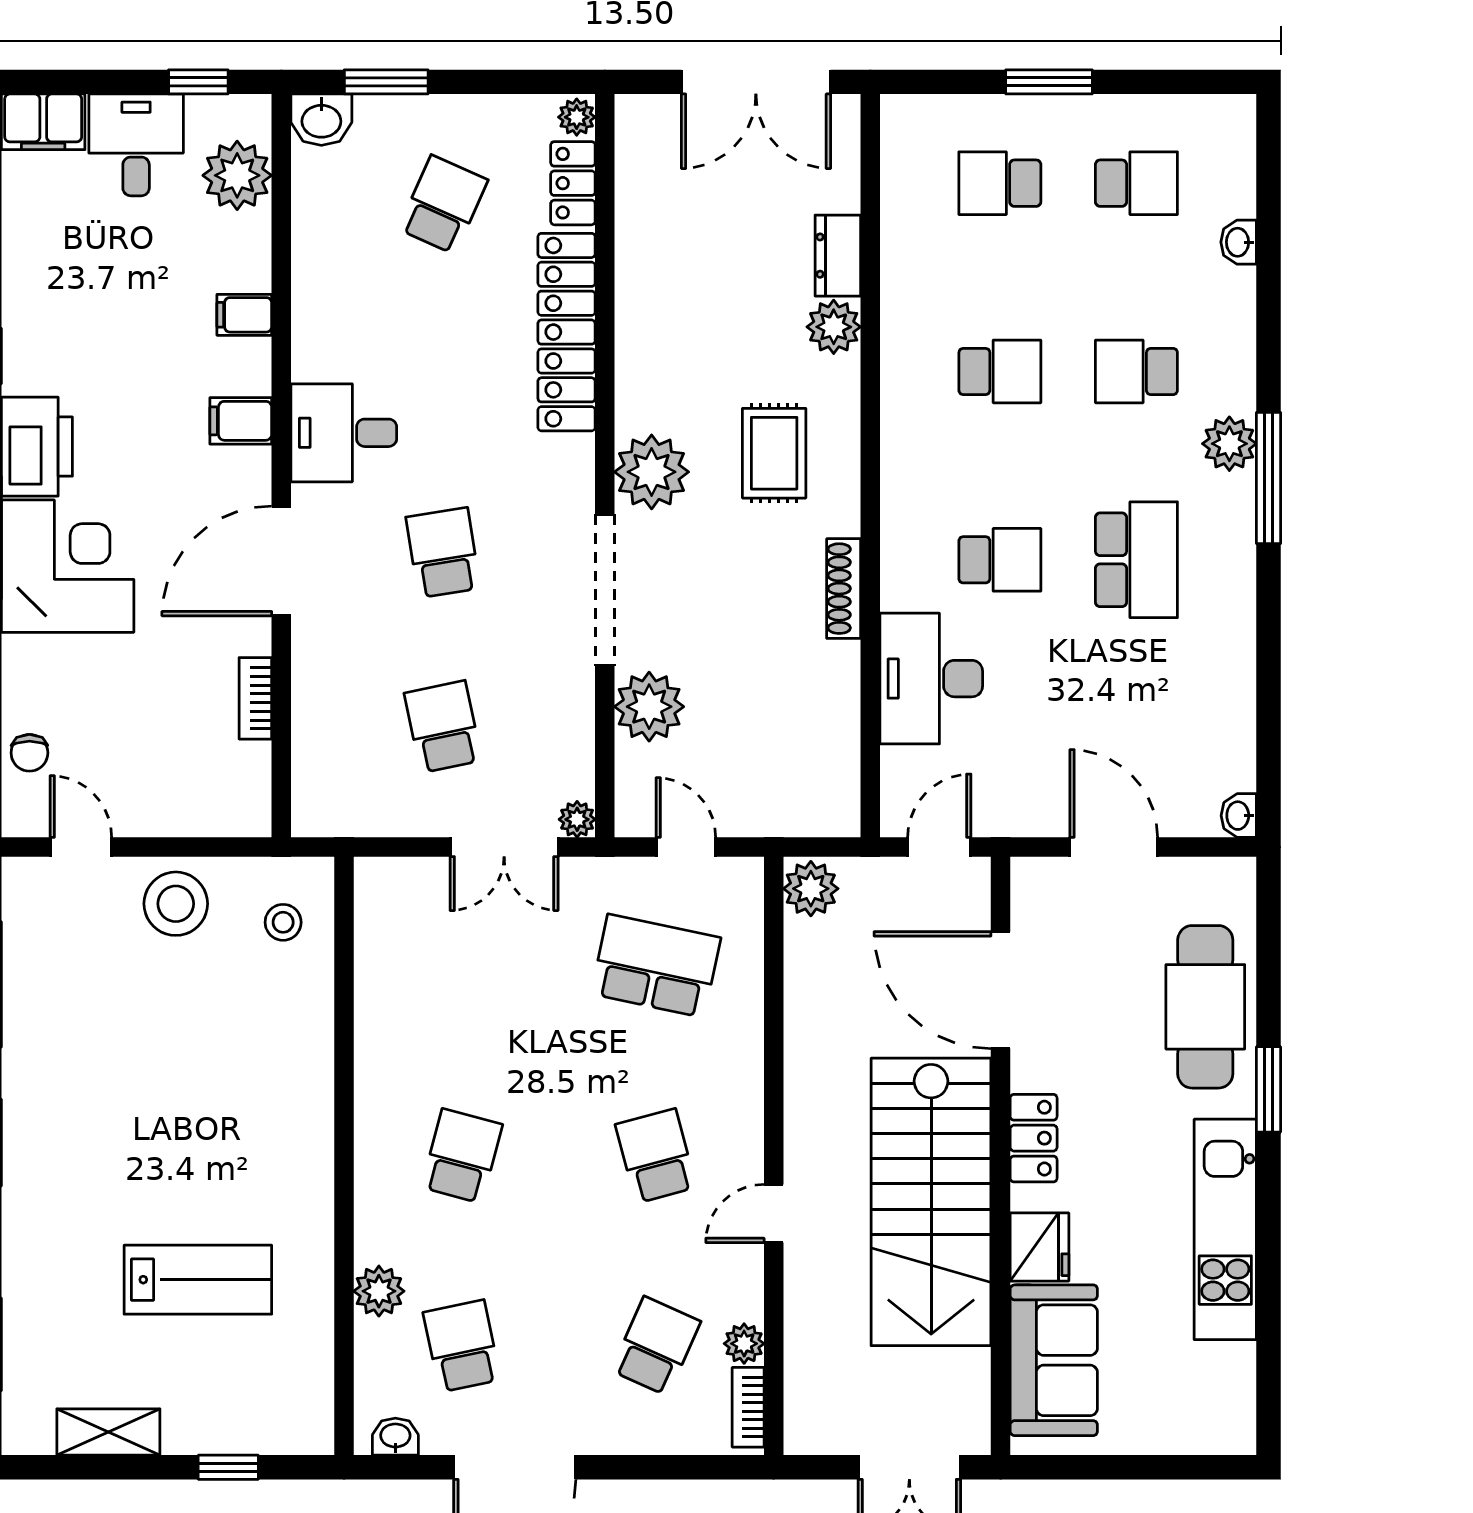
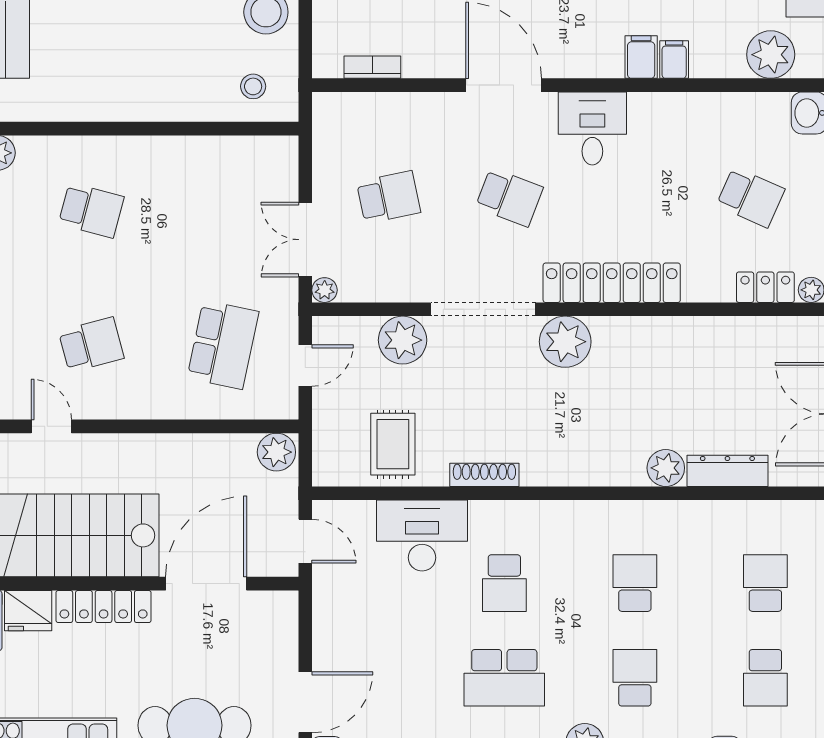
dresser: (838, 256) -> (727, 471), width x1.44
locker: (566, 332) -> (612, 283), moved
school desk: (1000, 371) -> (635, 583), turned 180
filing cabinet: (241, 421) -> (641, 57), moved
rug: (774, 453) -> (393, 444), moved, turned 90
school desk: (443, 553) -> (509, 197), turned 30
bookcase: (255, 698) -> (372, 67), moved
door: (1114, 847) -> (305, 702), moved
locker: (1034, 1138) -> (104, 607), width x1.53

